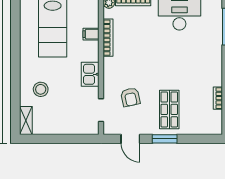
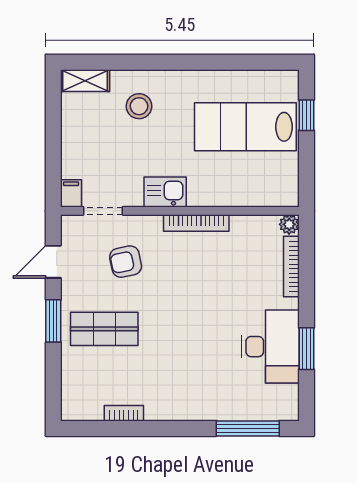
filing cabinet: (91, 34) -> (71, 193), moved
bookcase: (108, 38) -> (196, 223), moved

